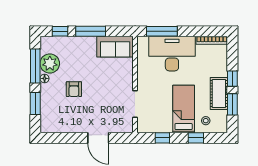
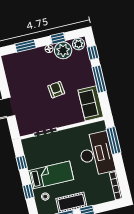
plant: (47, 45) -> (78, 44), added
window: (35, 66) -> (58, 38), width x0.46
armchair: (74, 89) -> (56, 90), moved, turned 83

